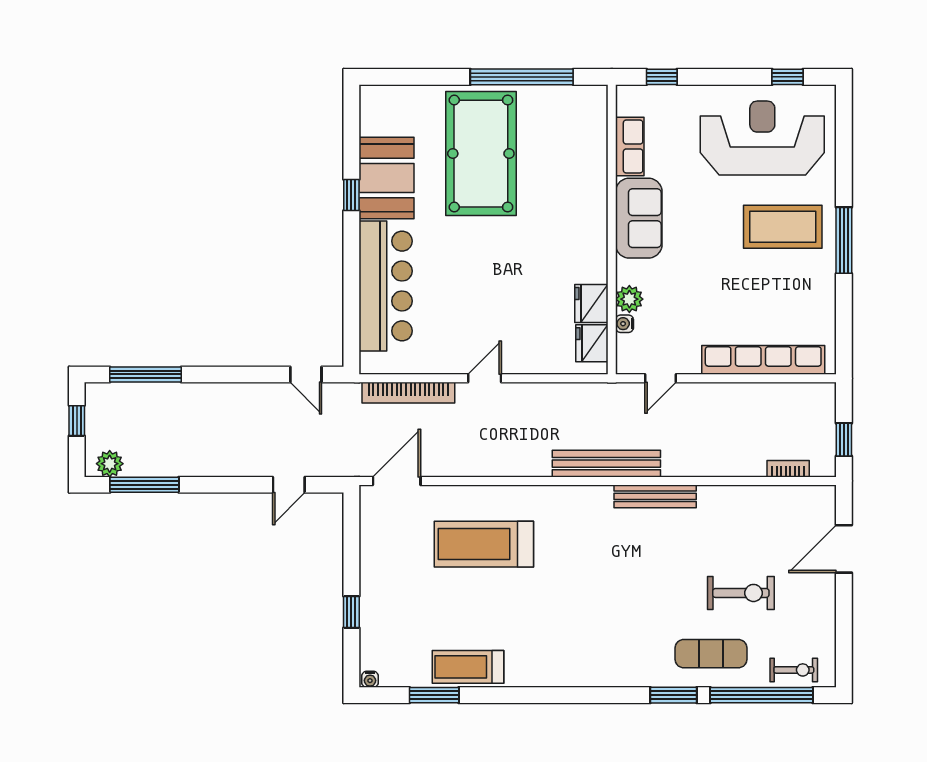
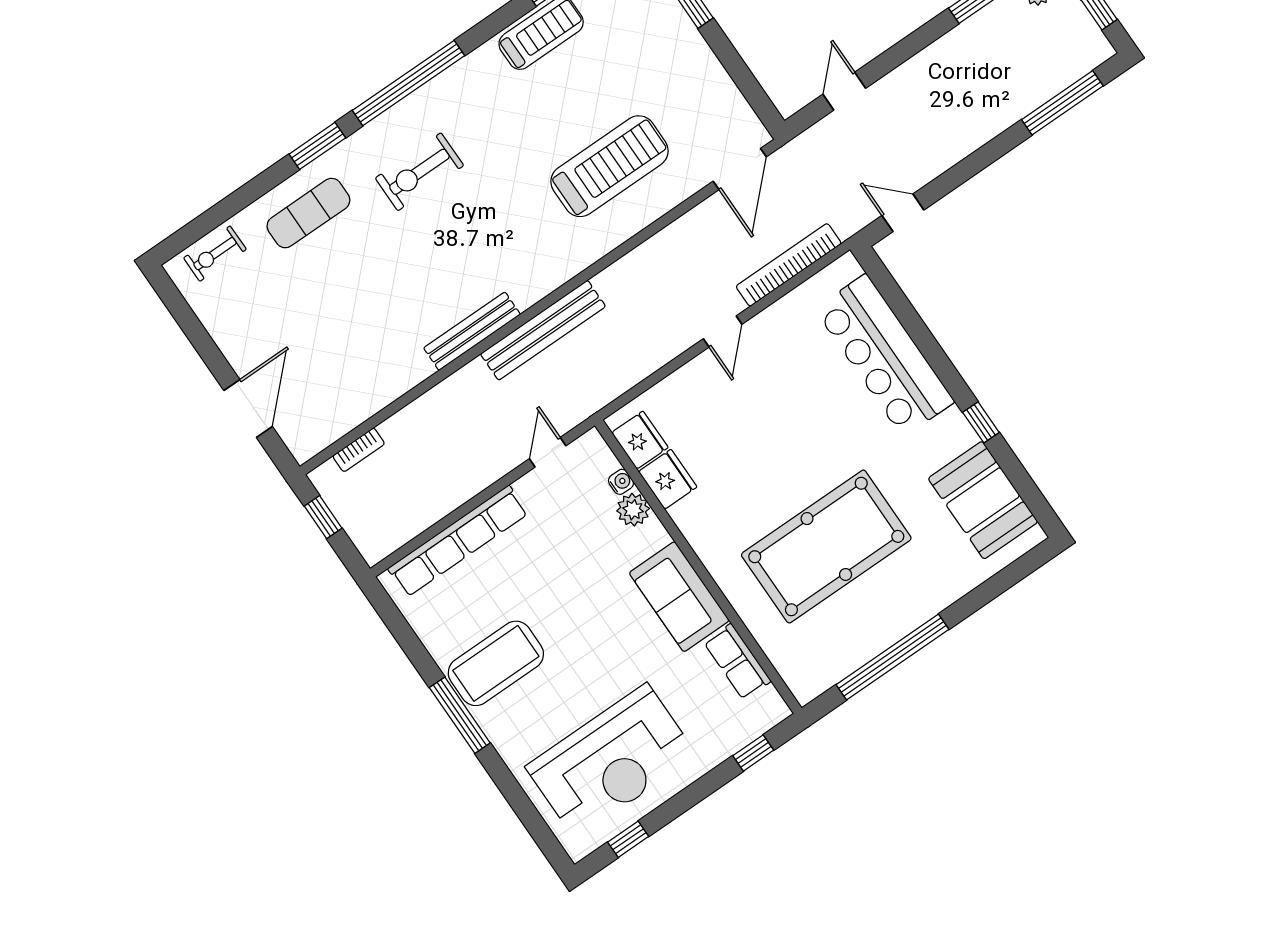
pool table: (481, 154) -> (826, 547), moved, turned 90
booth: (386, 178) -> (983, 500), moved
coffee table: (783, 227) -> (496, 663), moved
exercise bike: (741, 593) -> (419, 172), moved
window: (762, 695) -> (408, 83), moved

